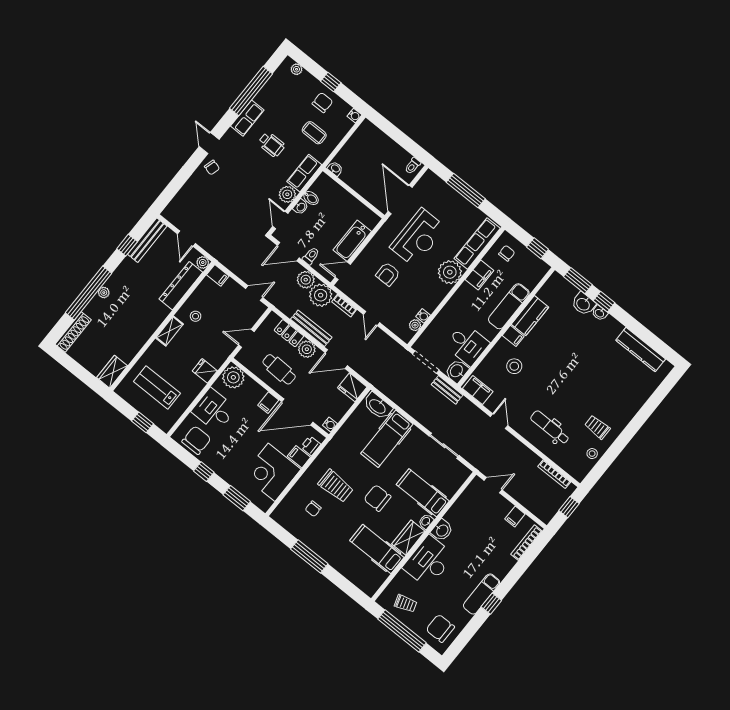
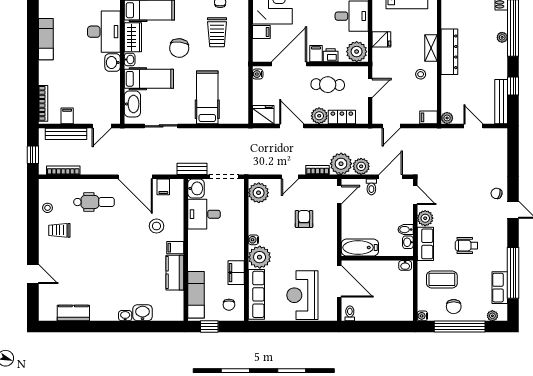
window: (331, 82) -> (460, 327), width x3.17
row of seats: (247, 118) -> (500, 288), moved
coffee table: (314, 133) -> (442, 279), width x1.36, depth x1.30
window: (466, 191) -> (296, 327), removed
washbasin: (301, 207) -> (408, 242), moved
reception desk: (418, 237) -> (302, 295), moved
bathtub: (352, 241) -> (360, 248), moved, turned -90
window: (578, 281) -> (160, 327), removed
dresser: (181, 286) -> (449, 52), moved
window: (604, 302) -> (129, 327), removed
exam couch: (509, 306) -> (196, 295), moved
water cooler: (423, 316) -> (253, 240), moved
door: (371, 318) -> (290, 177), swing flipped
plant: (415, 325) -> (259, 193), width x1.87, depth x1.87
bench: (311, 328) -> (66, 134), moved
kitchen counter: (641, 350) -> (73, 313), width x0.67
door: (336, 359) -> (292, 126), hinge flipped
filing cabinet: (478, 390) -> (163, 187), width x0.50
washbasin: (378, 406) -> (132, 104), moved, turned 90
door: (648, 409) -> (33, 274), added
door: (499, 421) -> (135, 177), width x1.87
trolley: (597, 427) -> (59, 230), turned 180
printer: (311, 446) -> (331, 55), moved, turned -90
trolley: (336, 486) -> (217, 32), turned -90
chair: (377, 498) -> (179, 48), turned 96
window: (491, 604) -> (33, 38), removed

